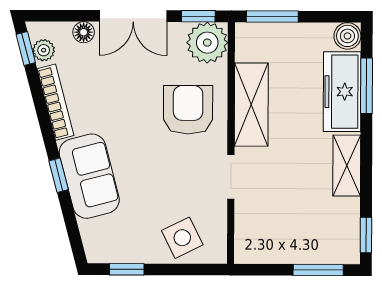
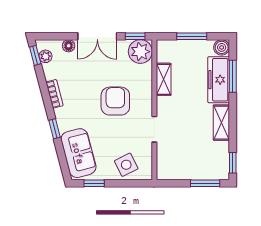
window: (272, 16) -> (192, 36), moved
bookcase: (55, 102) -> (54, 94), width x0.64
shelving: (251, 105) -> (164, 79), width x0.67, depth x0.75
armchair: (188, 110) -> (115, 101), moved
sofa: (89, 176) -> (78, 153), moved

